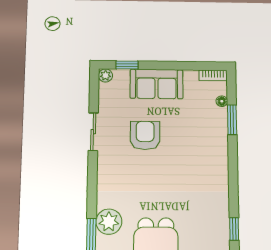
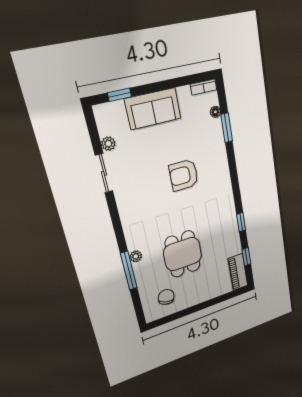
plant: (105, 75) -> (108, 144), moved
armchair: (145, 135) -> (184, 175), moved, turned -90
plant: (109, 222) -> (136, 256), width x0.53, depth x0.53

